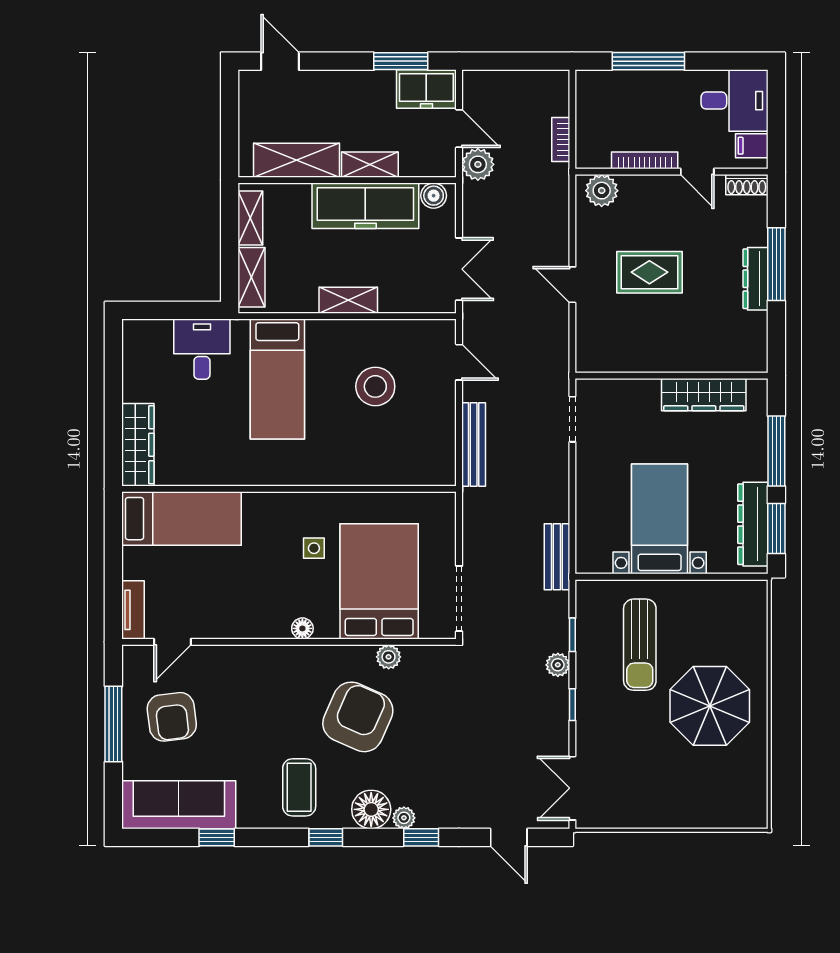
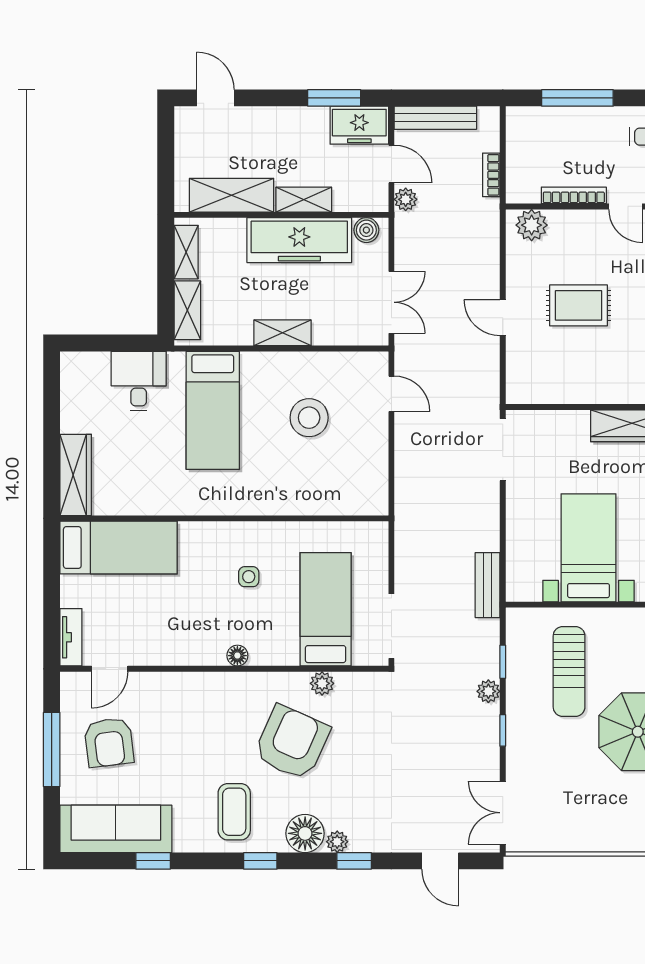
plant: (478, 164) -> (406, 199), width x0.73, depth x0.73
doorway: (572, 419) -> (503, 450), width x1.38
bench: (474, 445) -> (435, 118), moved, turned 90
bed: (379, 581) -> (326, 609), width x0.67

